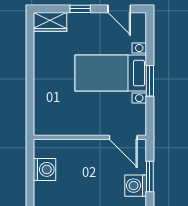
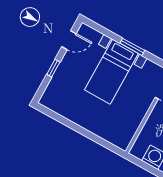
wardrobe: (50, 22) -> (51, 95), removed

